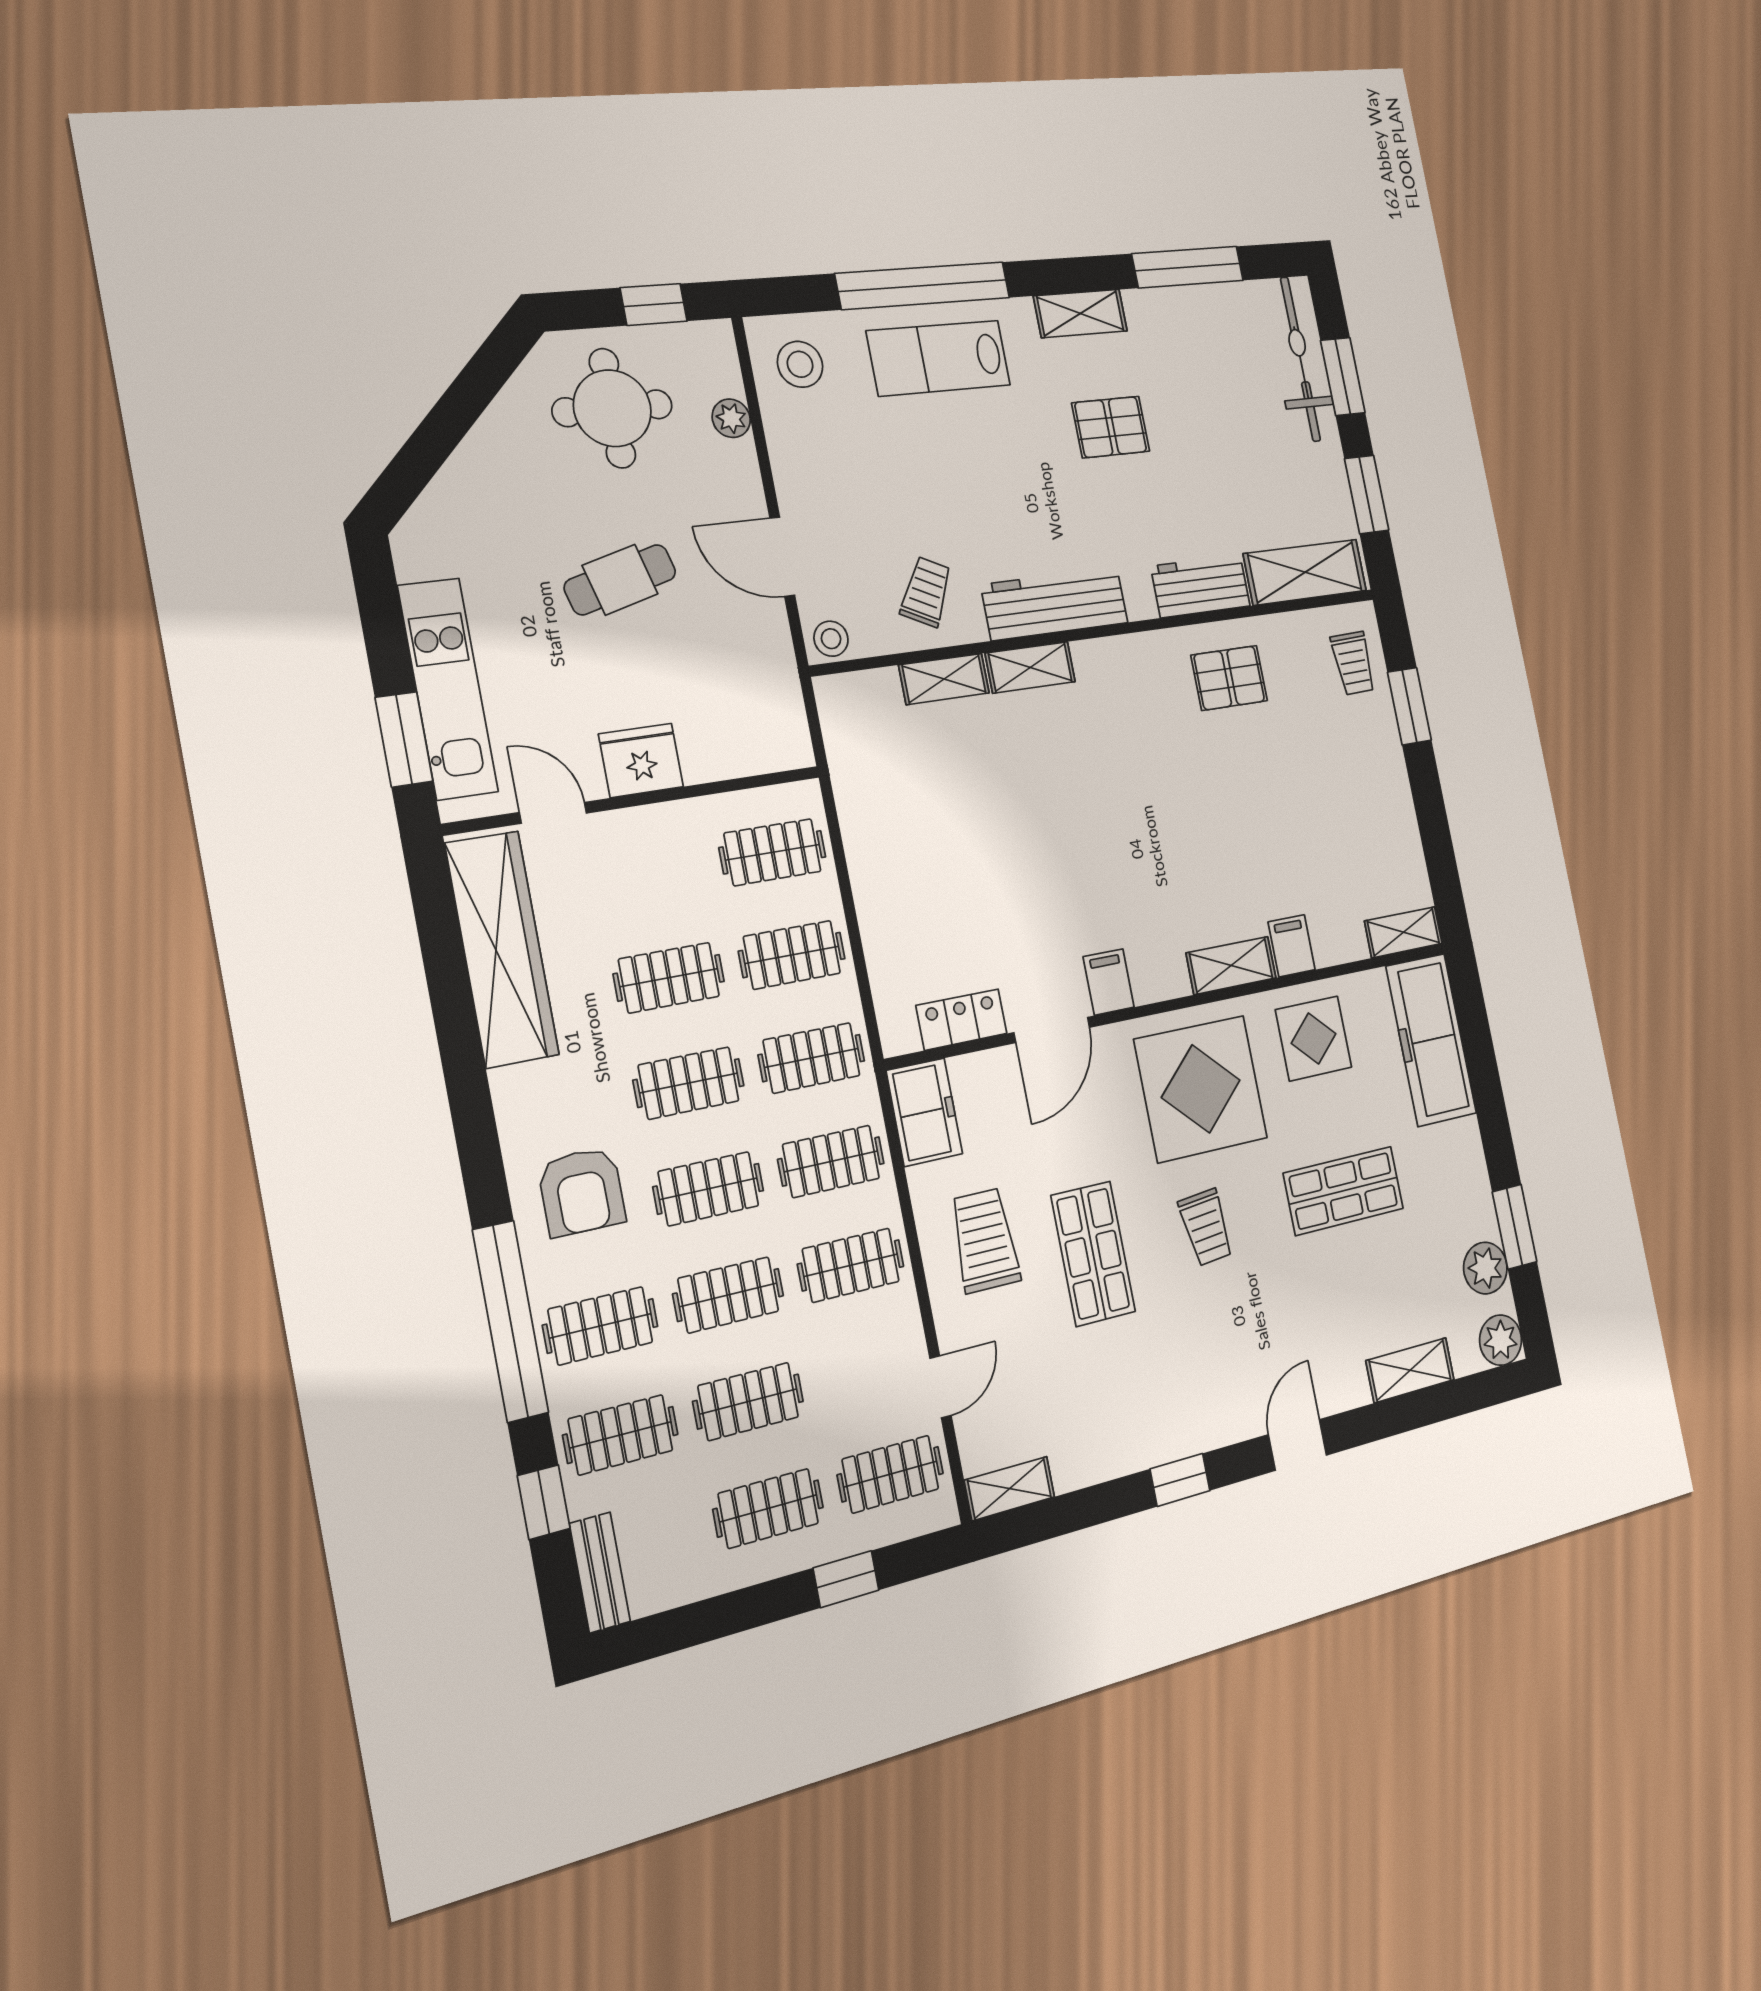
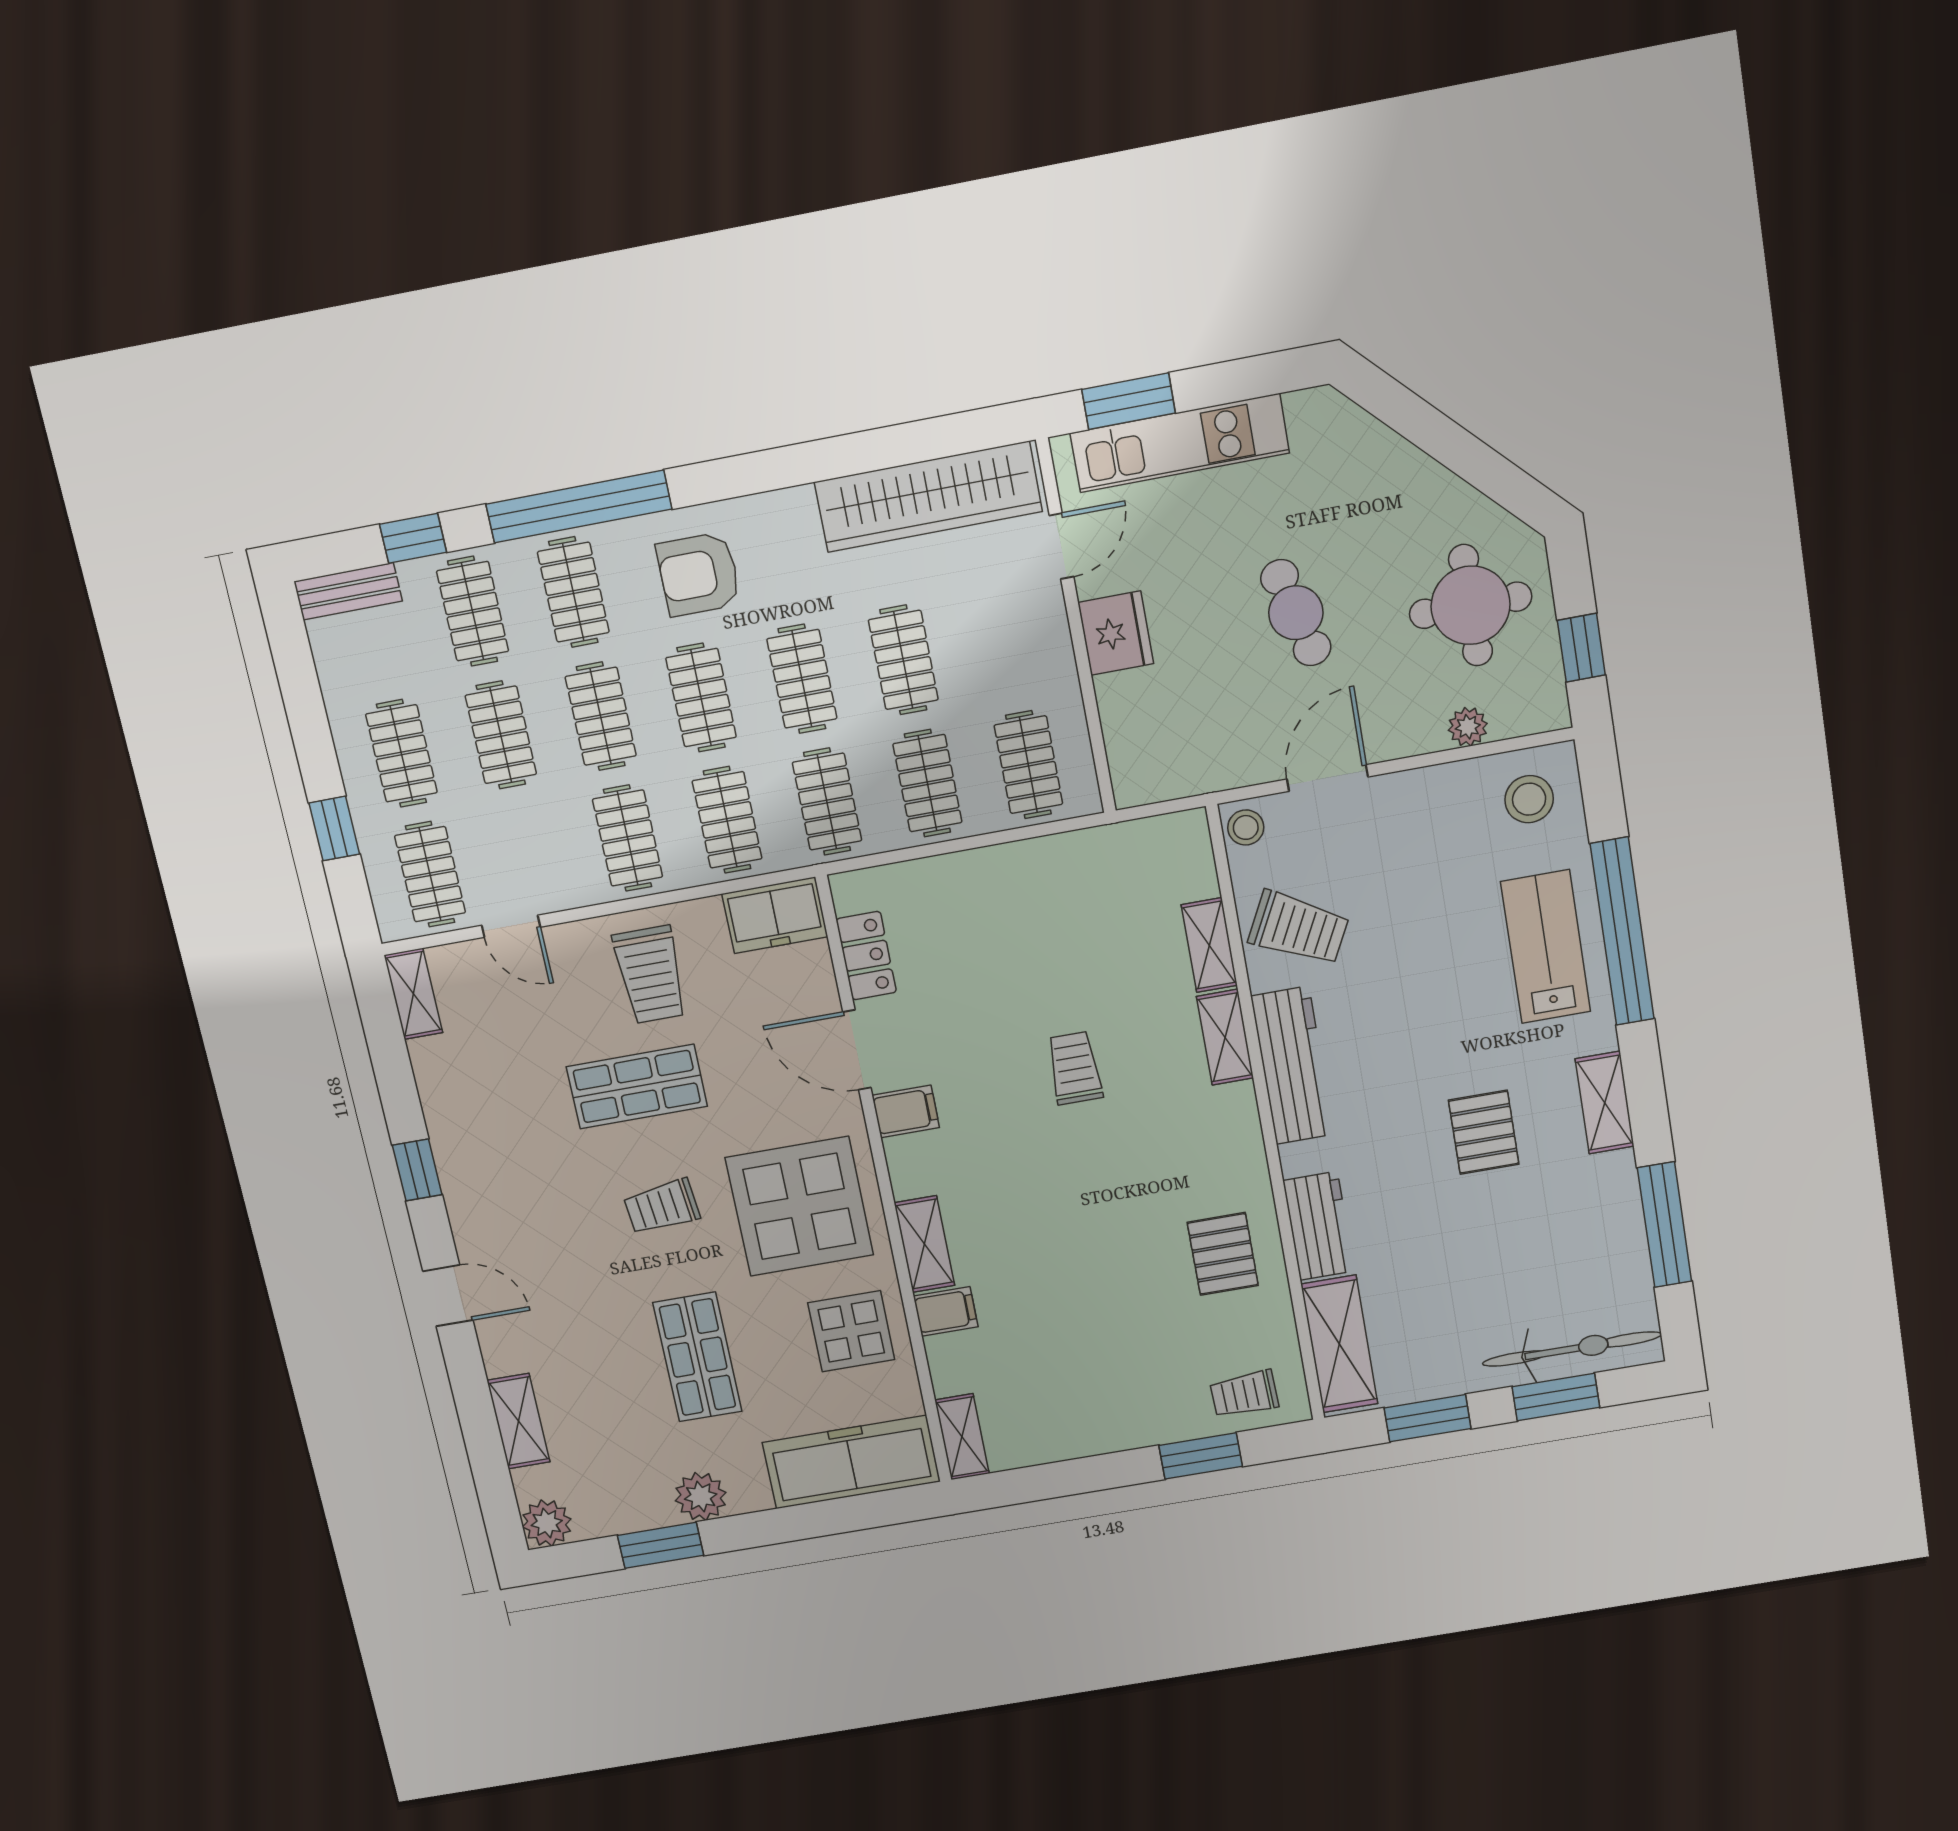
trolley: (926, 592) -> (1299, 928), width x1.36, depth x1.39
trolley: (1063, 815) -> (1075, 1068), added
trolley: (985, 1240) -> (650, 975), turned 90
plant: (1485, 1268) -> (701, 1497), moved

